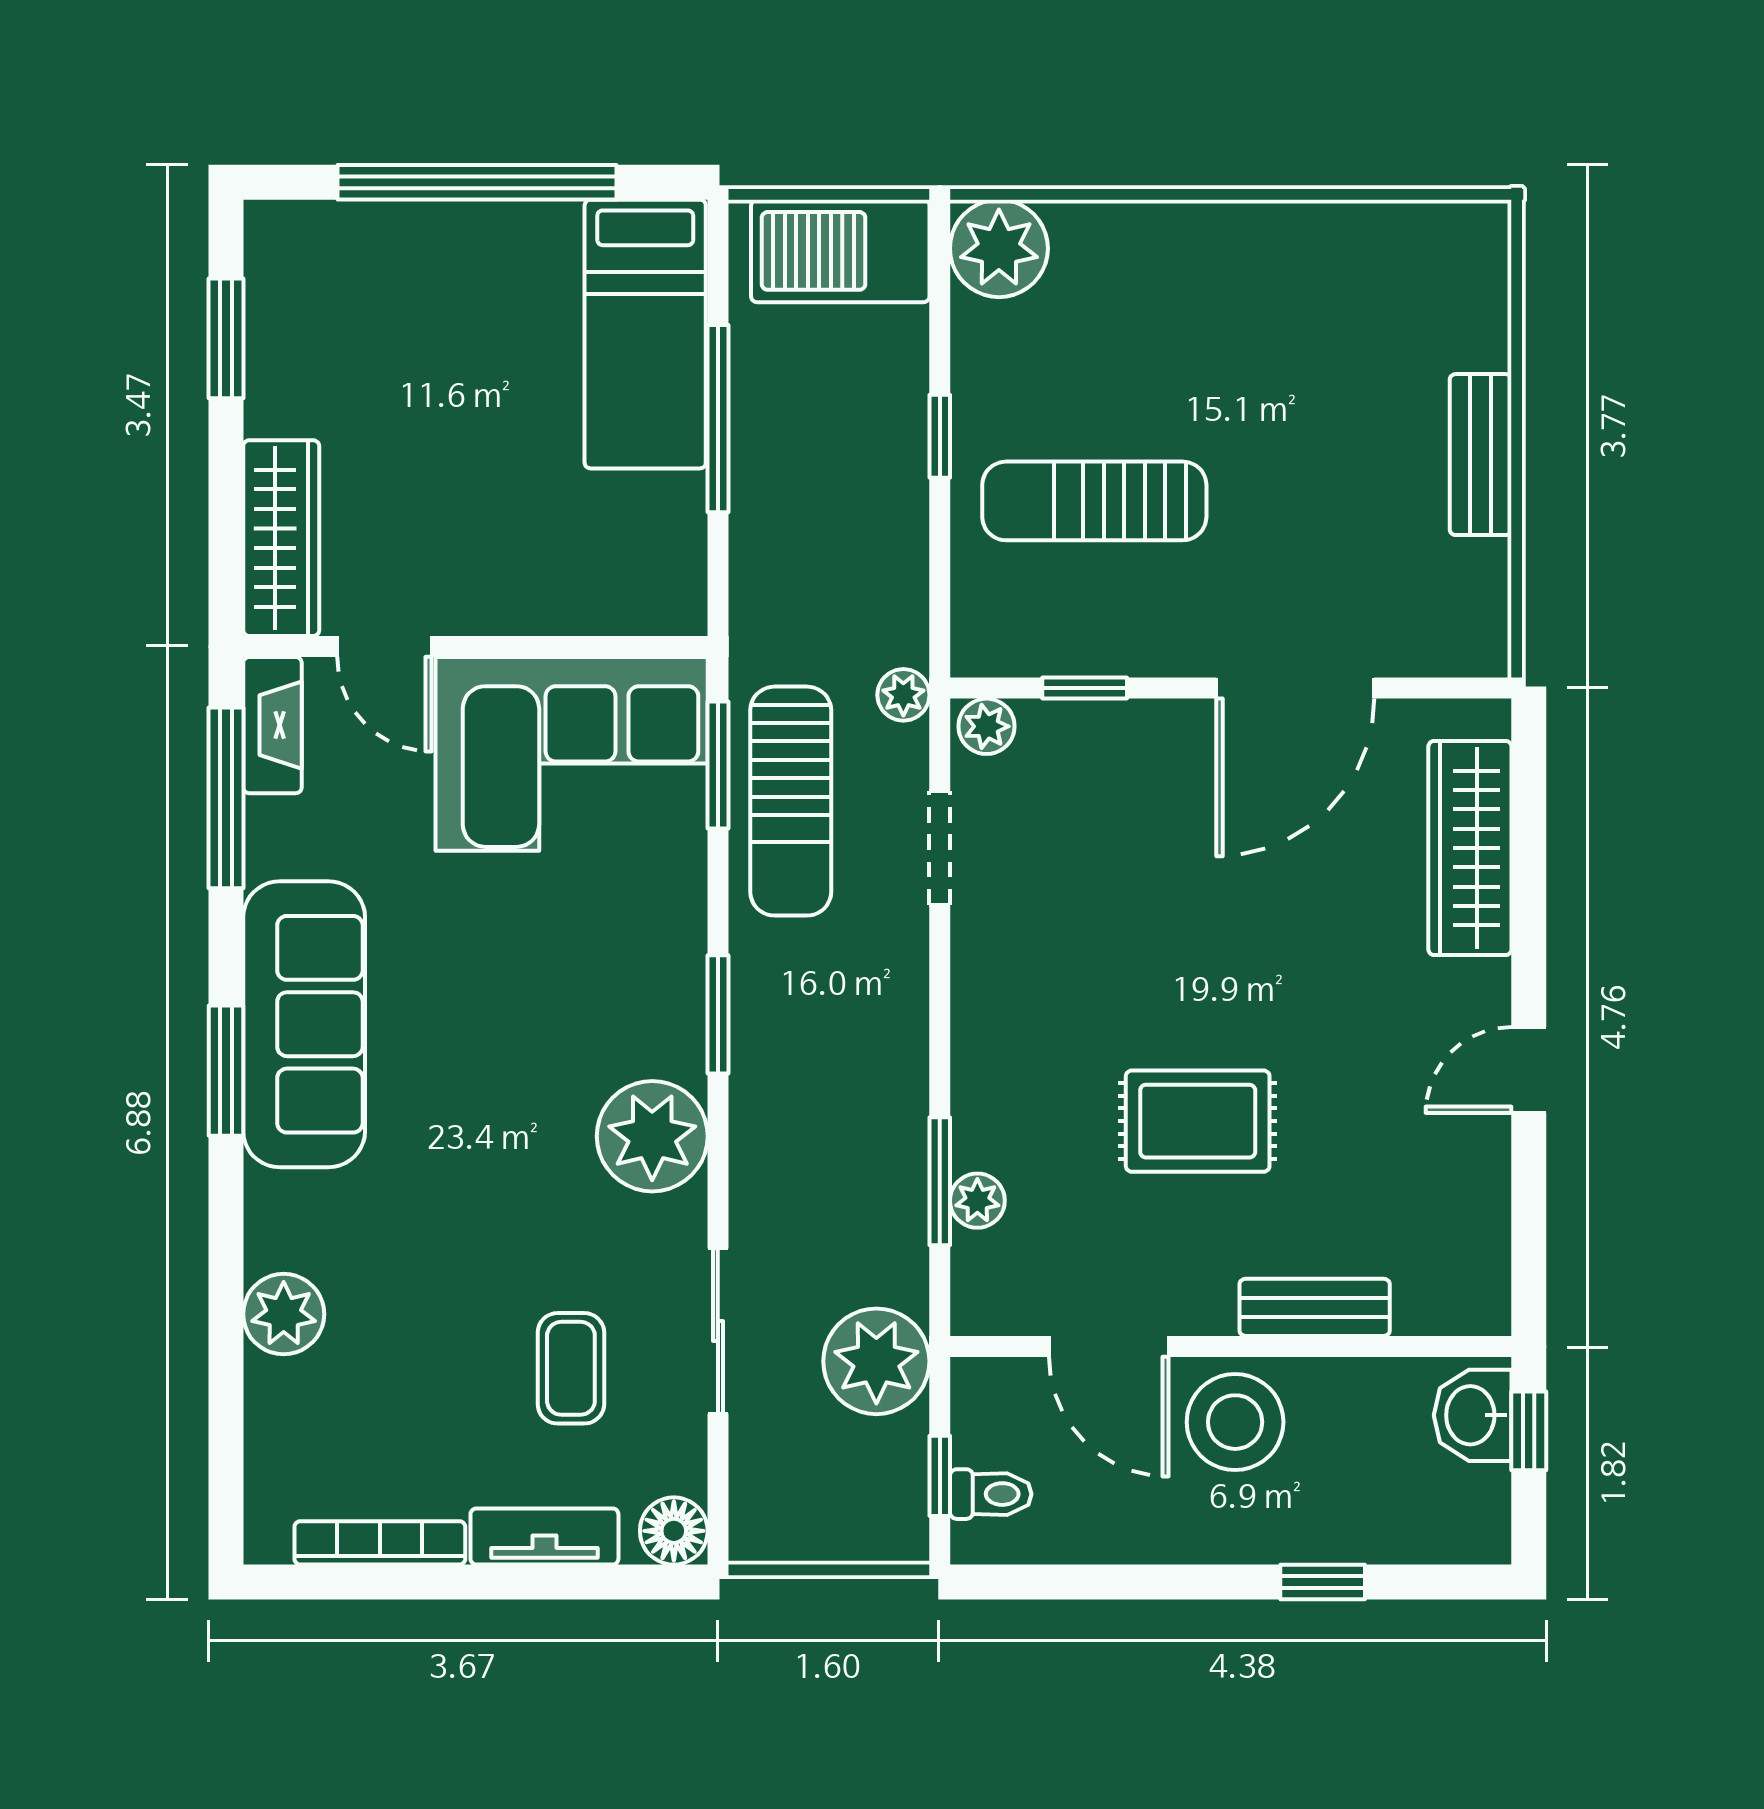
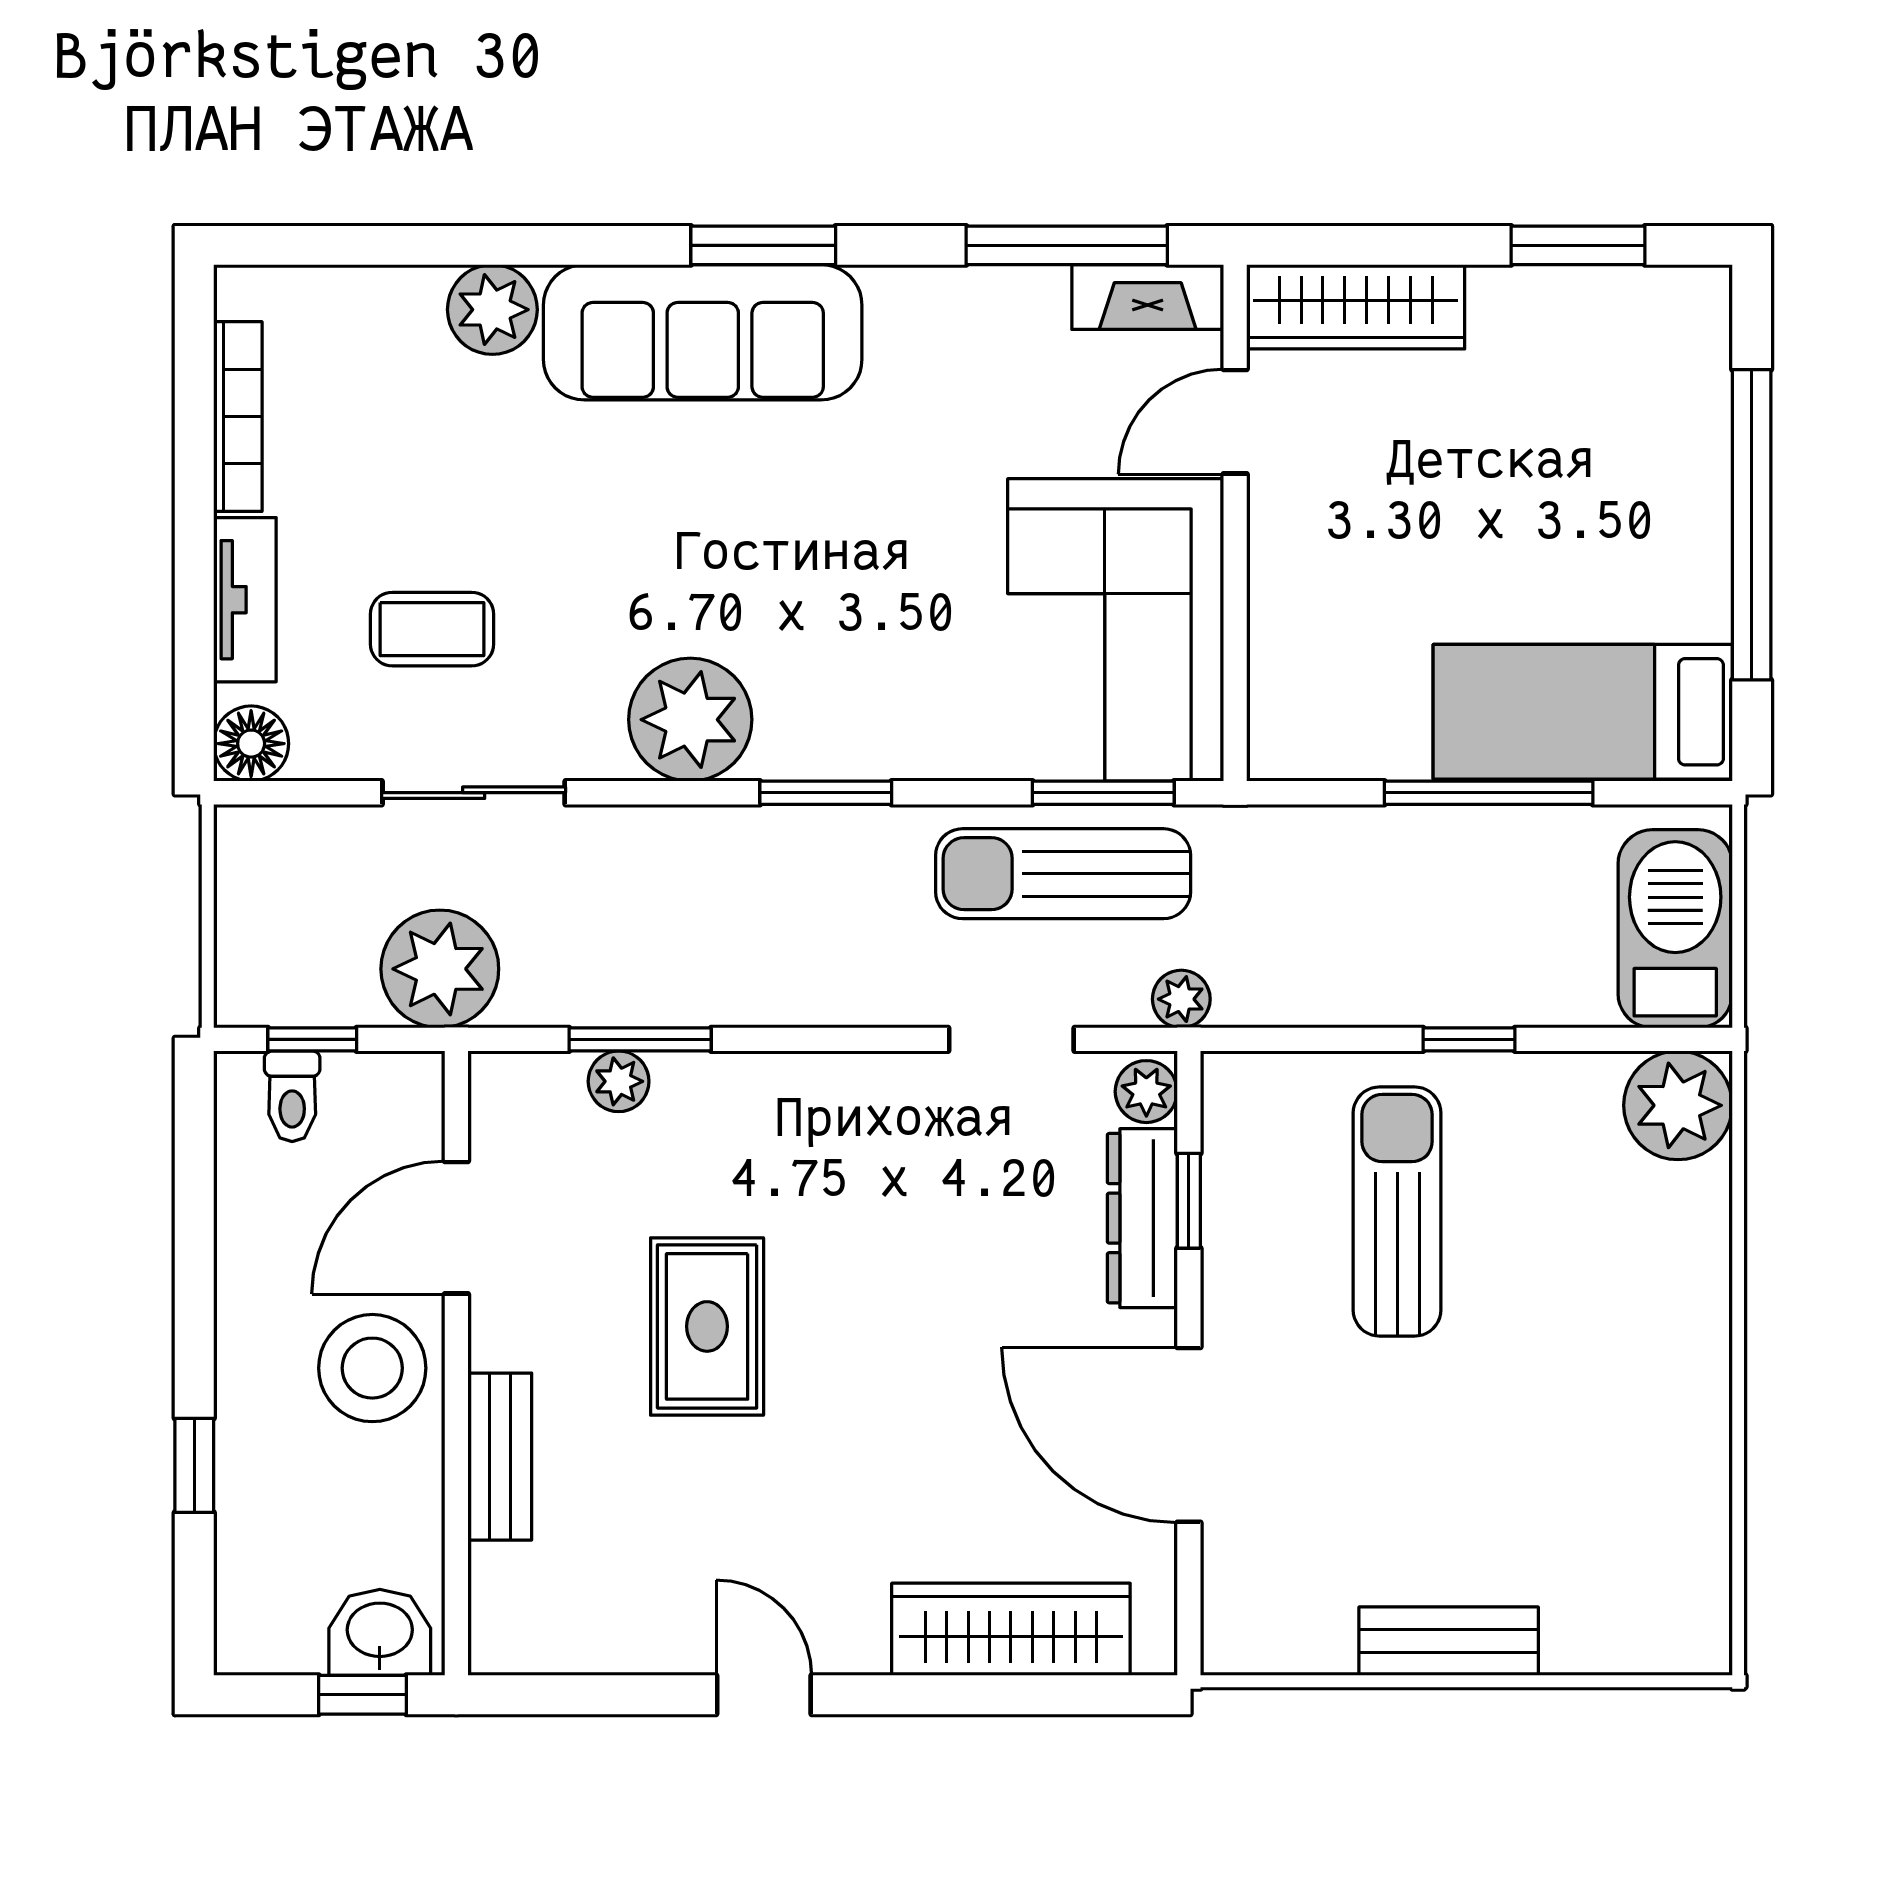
dresser: (1100, 730) -> (1142, 1218), added
sofa: (304, 1024) -> (703, 332), moved

